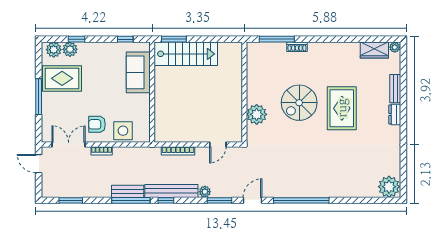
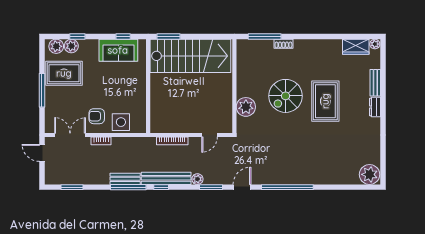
stairs: (186, 54) -> (190, 56), width x1.36, depth x1.51
sofa: (138, 72) -> (118, 50), moved, turned -90

